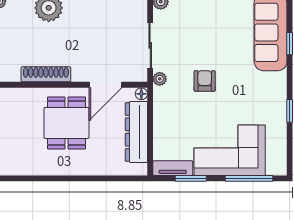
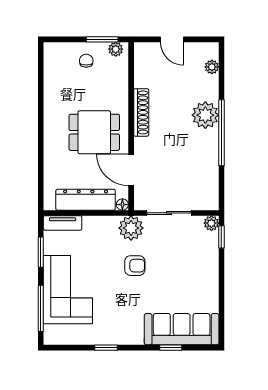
plant: (160, 79) -> (131, 228), width x1.87, depth x1.87
tv unit: (173, 168) -> (63, 223), moved, turned 90

